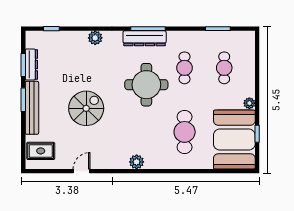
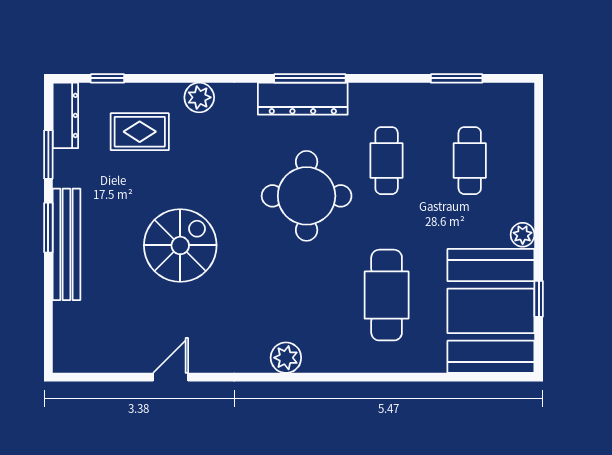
dresser: (31, 64) -> (65, 115), moved
rug: (41, 151) -> (140, 132), moved

